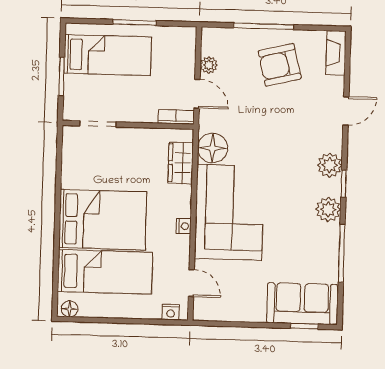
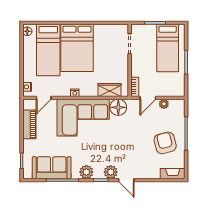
door: (346, 111) -> (126, 180), moved
sofa: (302, 304) -> (52, 168), moved, turned -90
piano: (239, 310) -> (29, 124), added

